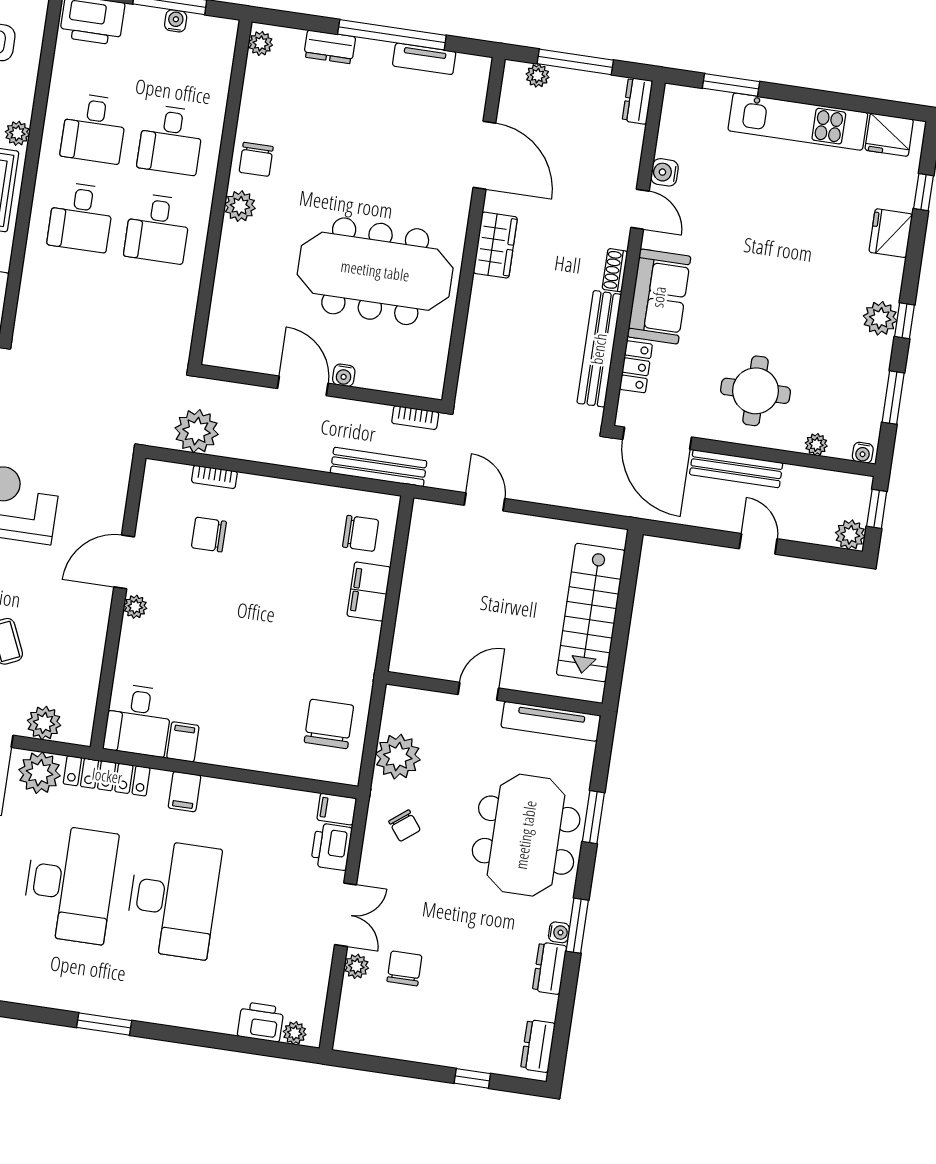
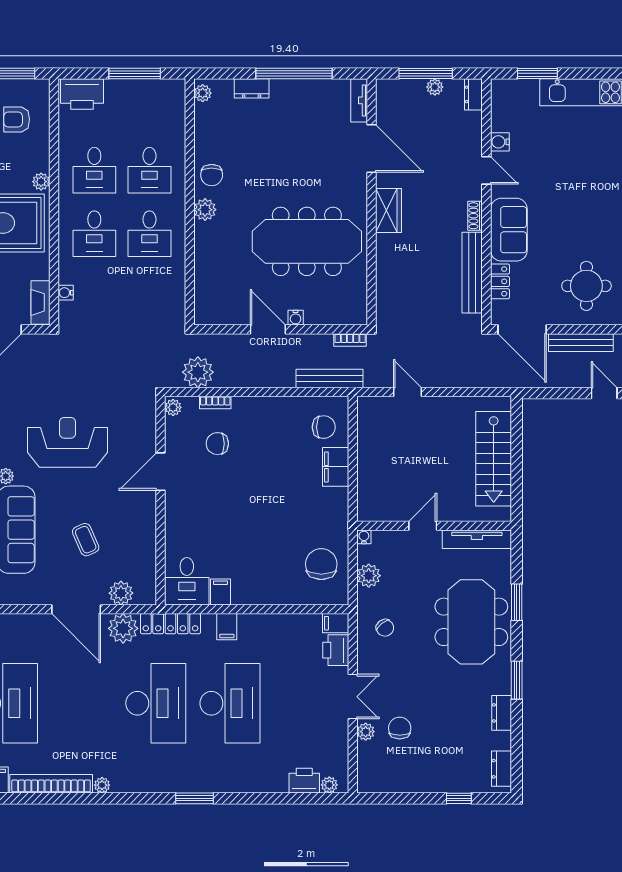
water cooler: (176, 21) -> (66, 293), moved, turned -90
tv unit: (424, 59) -> (359, 100), moved, turned 90
plant: (538, 76) -> (435, 87), moved
plant: (135, 607) -> (173, 407), moved
plant: (398, 757) -> (369, 576), width x0.73, depth x0.73
water cooler: (559, 932) -> (364, 537), moved, turned -90

